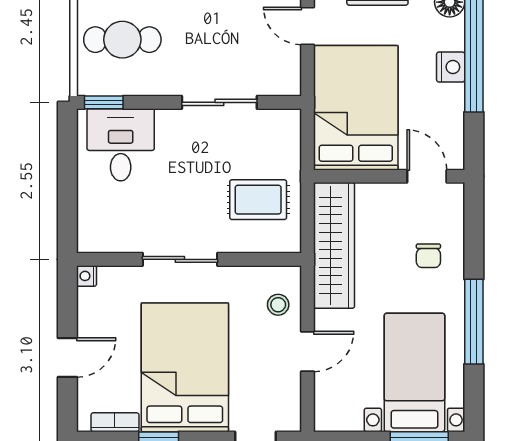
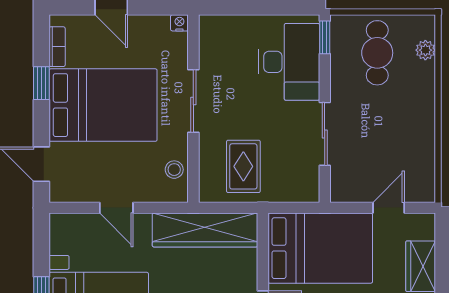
desk: (121, 145) -> (289, 62), width x1.37
stool: (278, 305) -> (174, 170), moved

